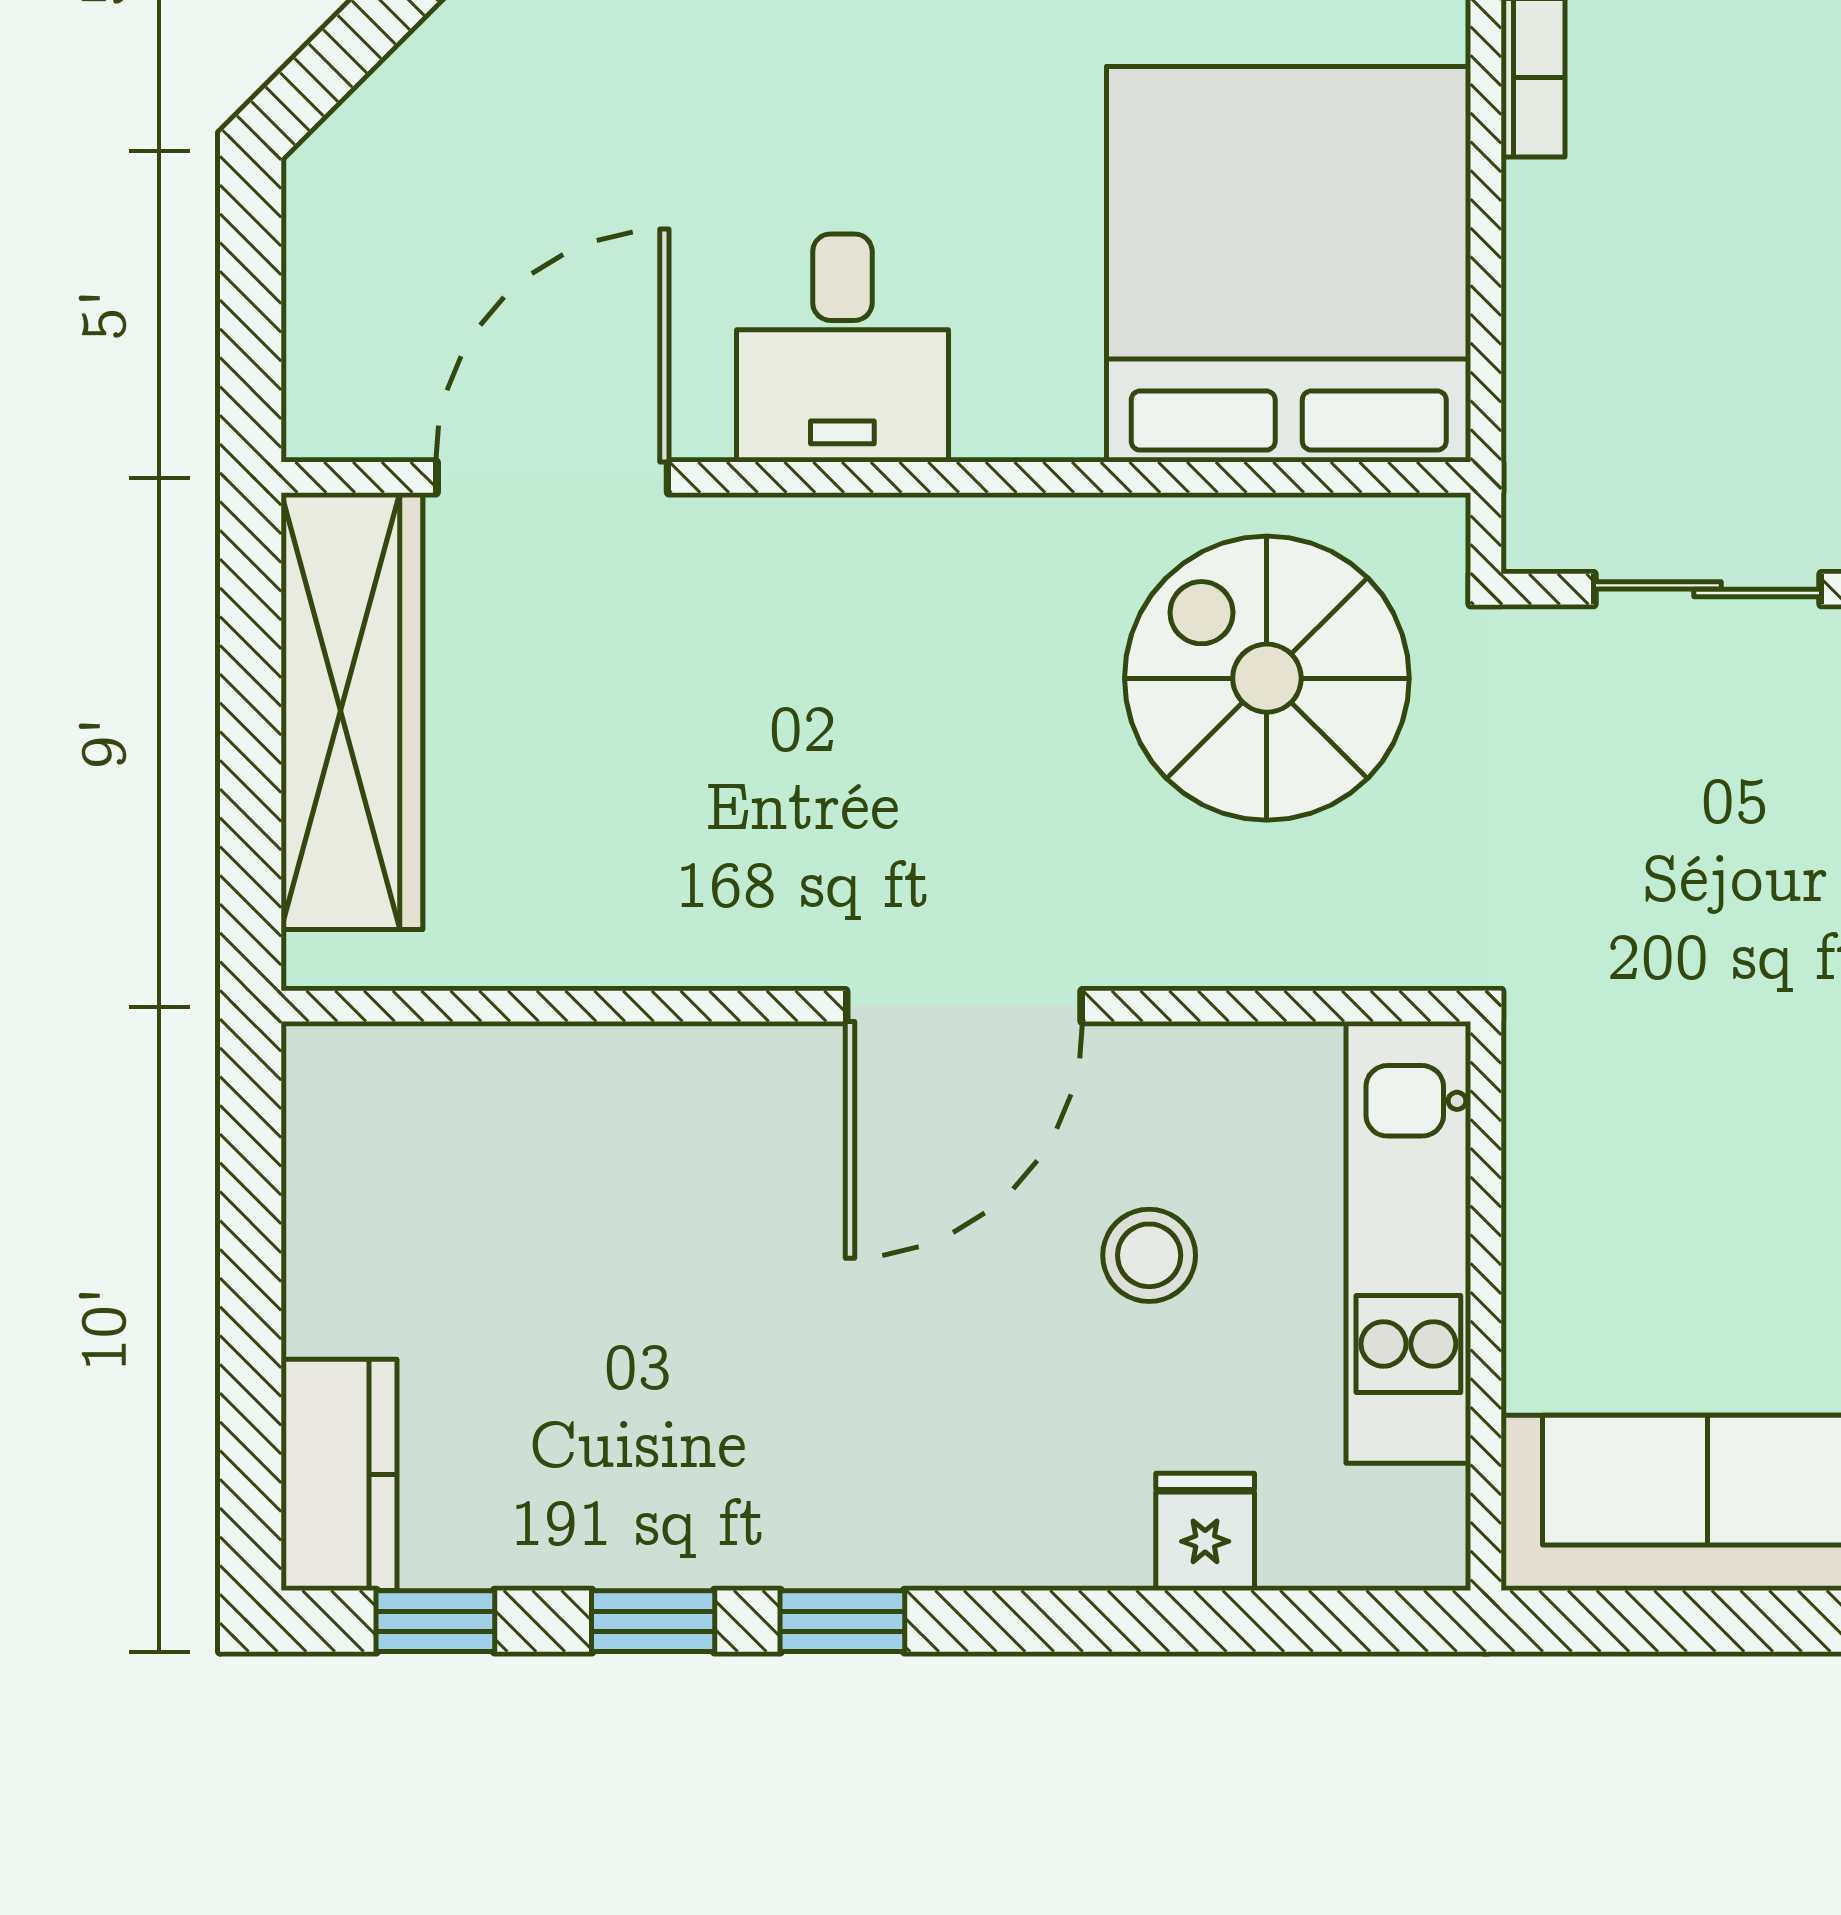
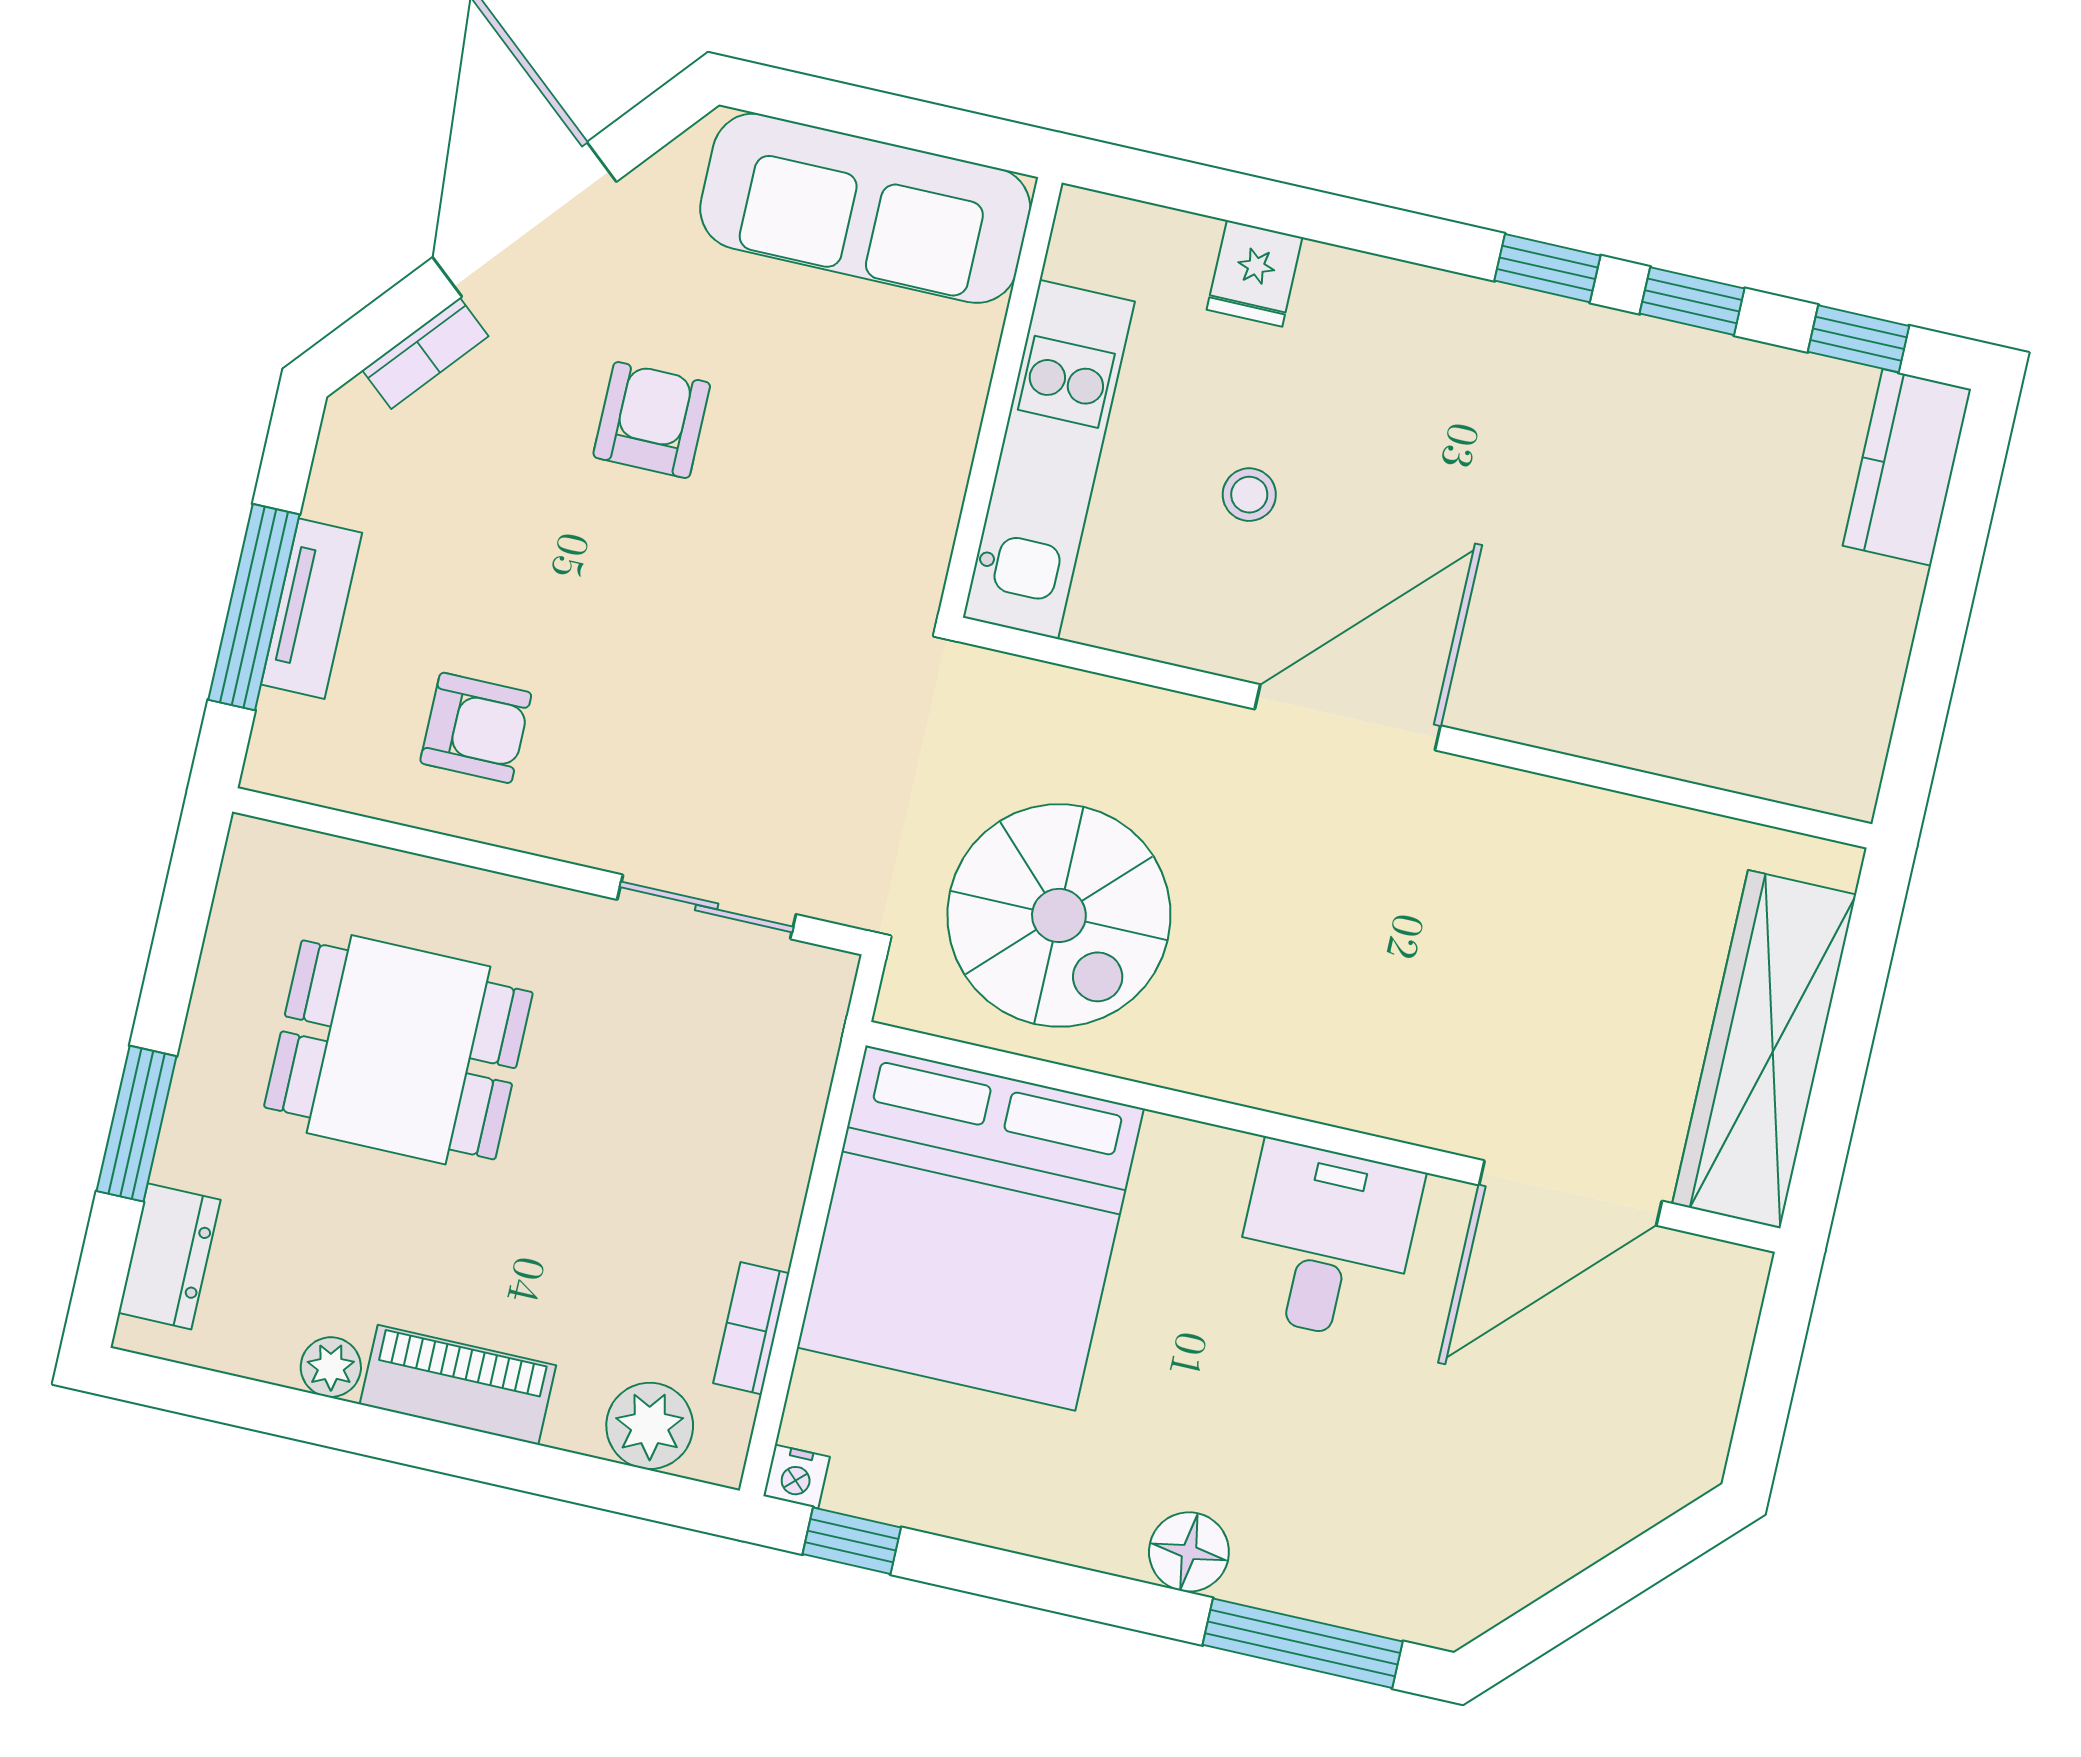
stool: (1149, 1255) -> (1249, 495), width x0.73, depth x0.73

